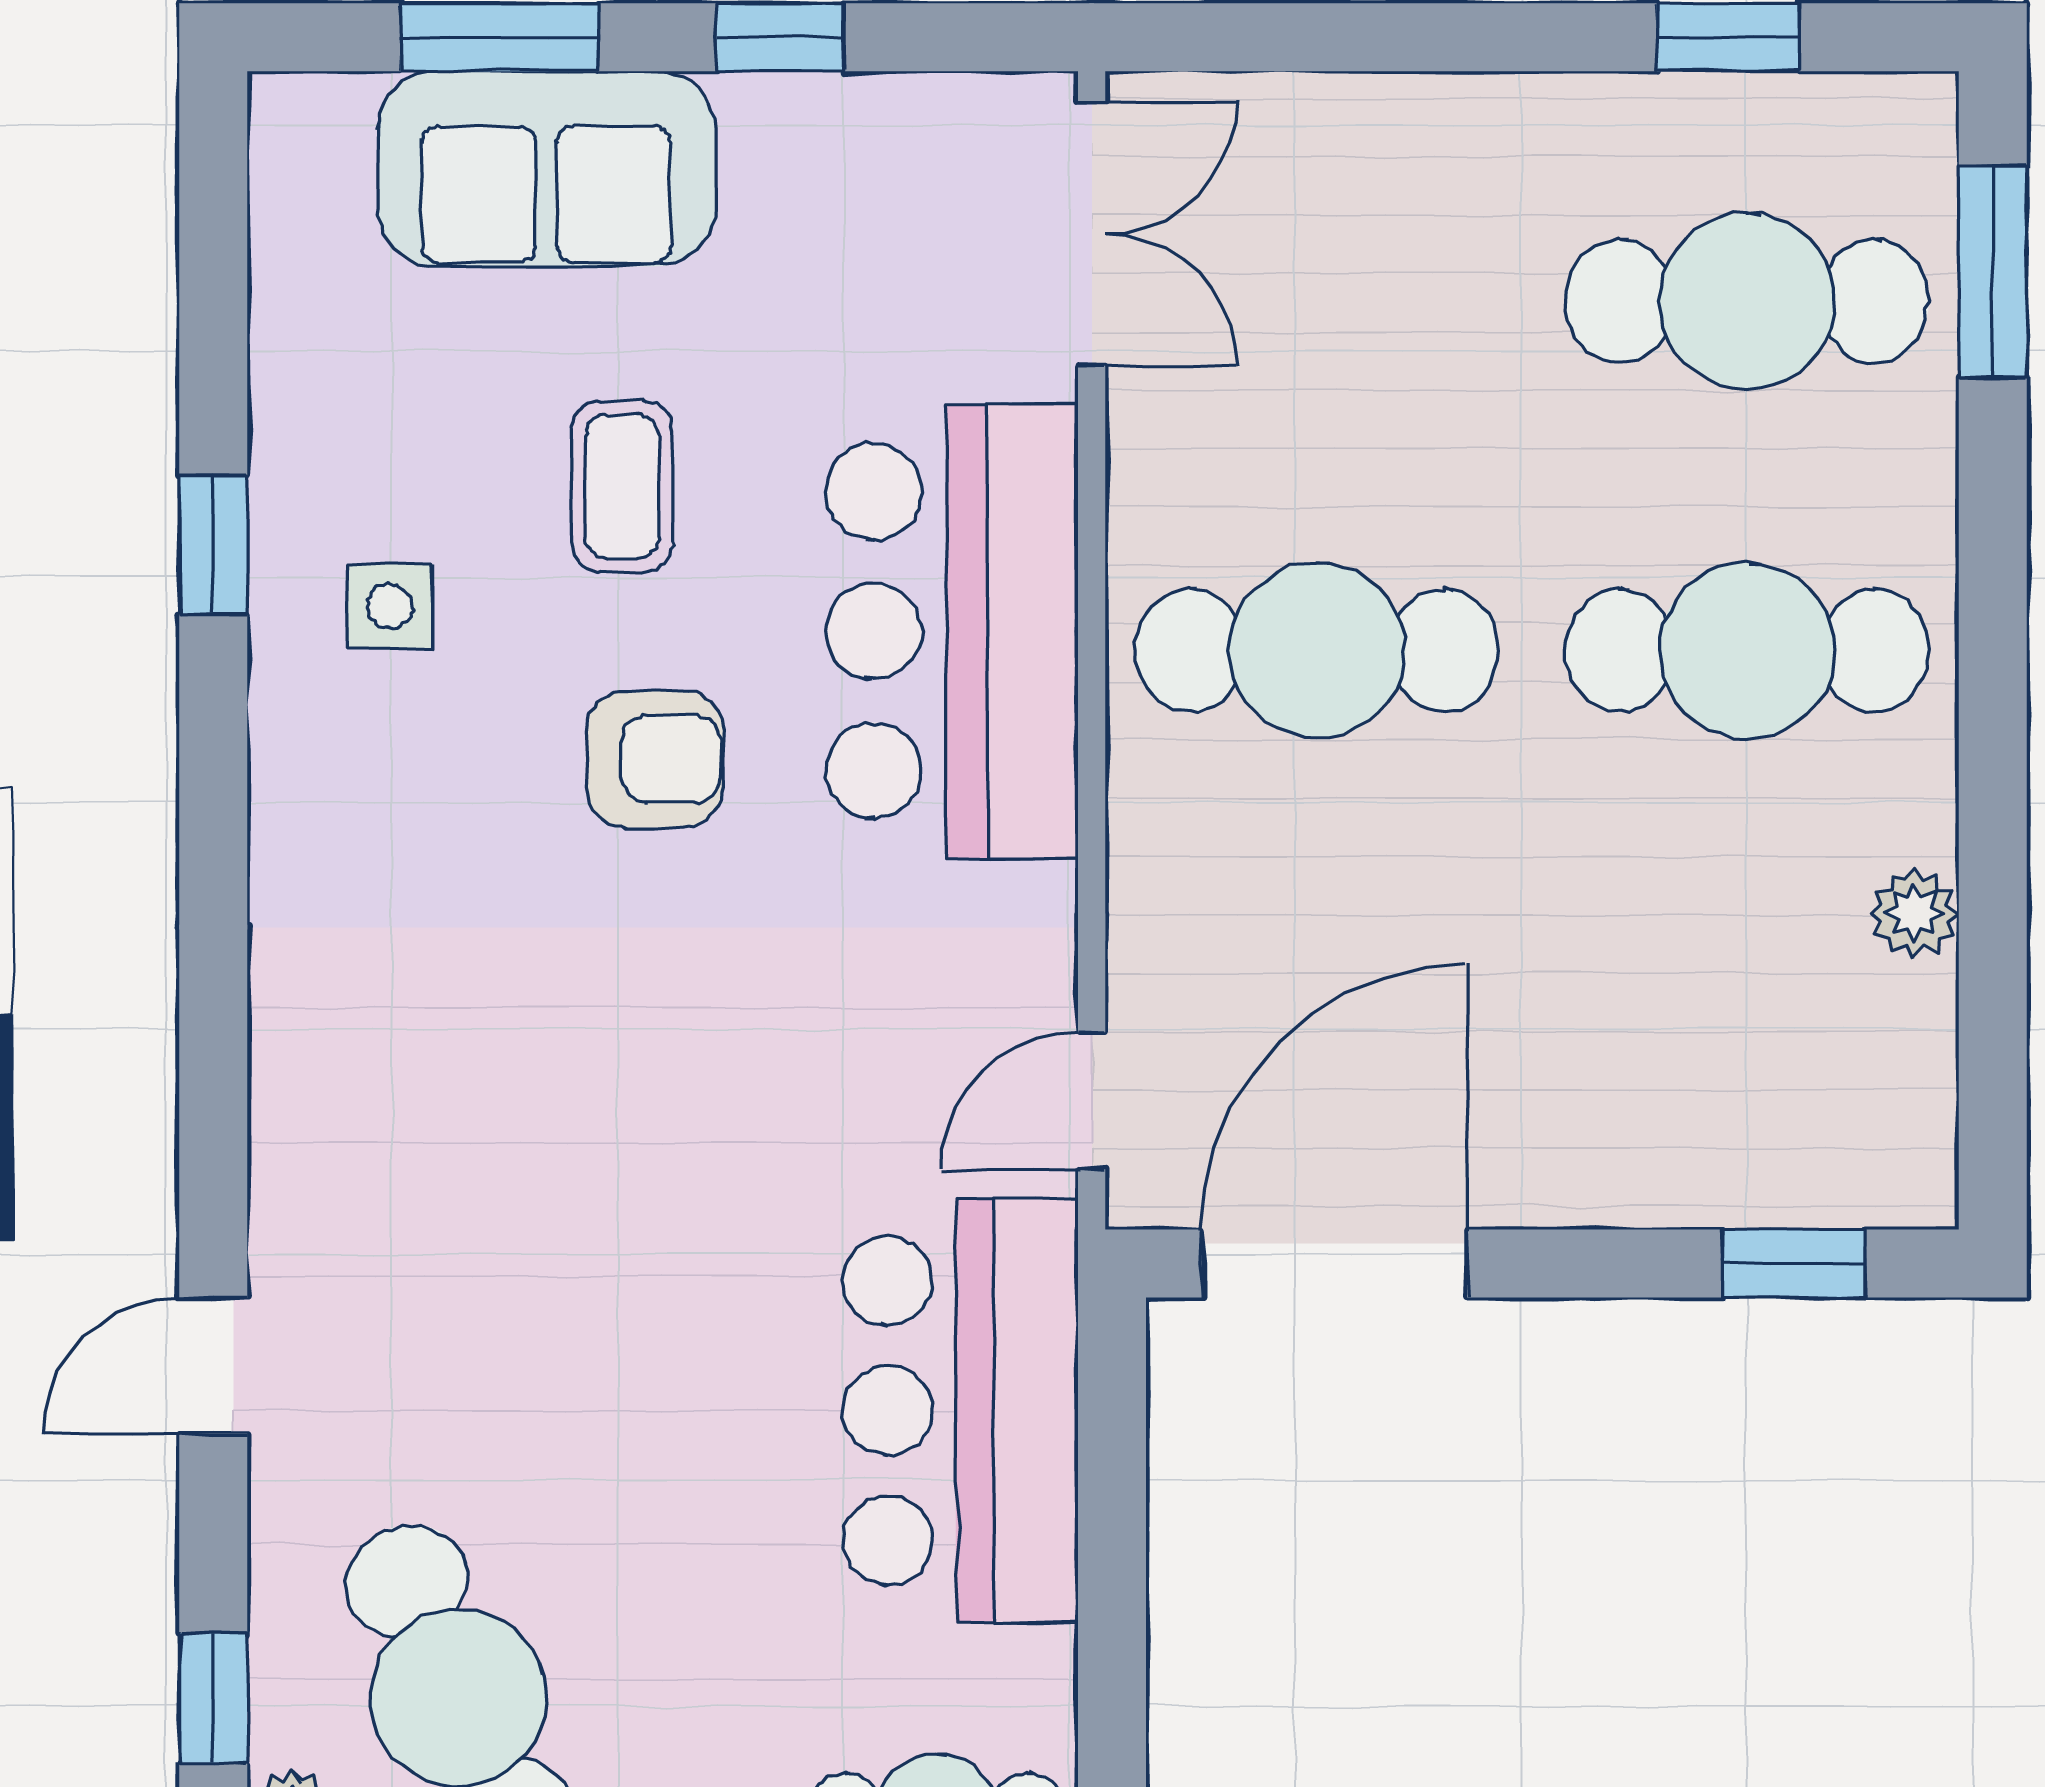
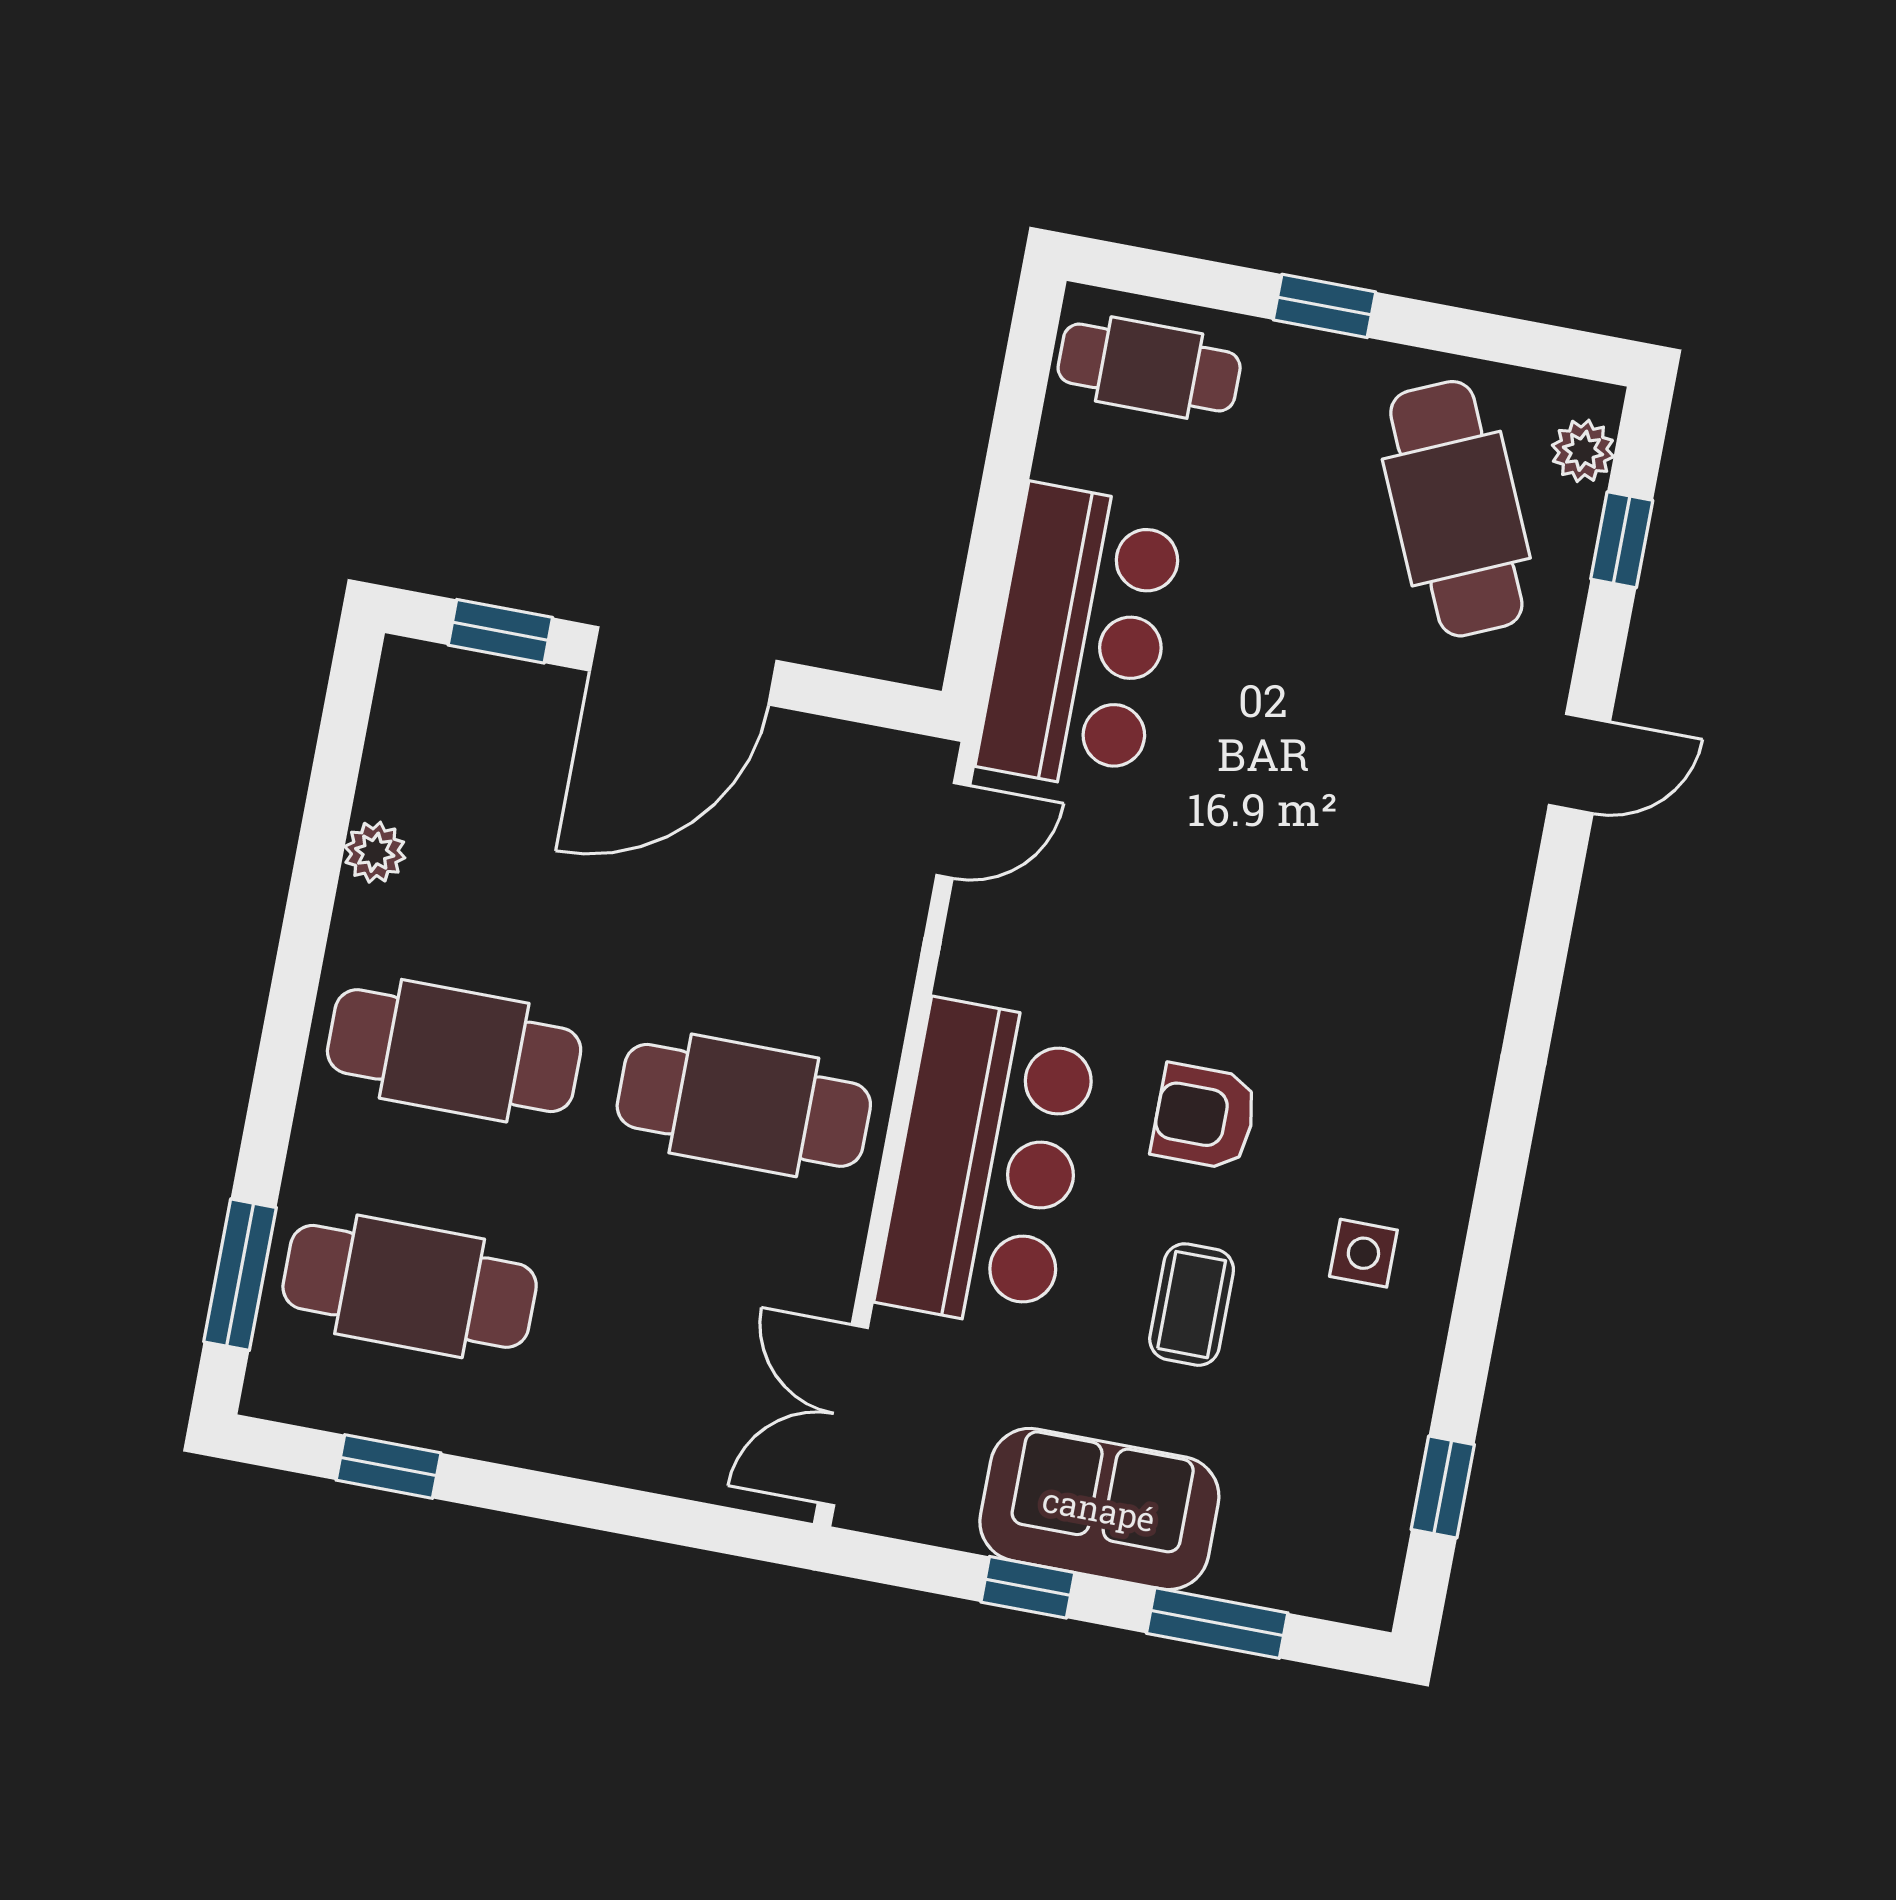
sofa: (546, 169) -> (1099, 1509), moved
window: (213, 545) -> (1443, 1487), moved
door: (1334, 1264) -> (683, 666), moved

